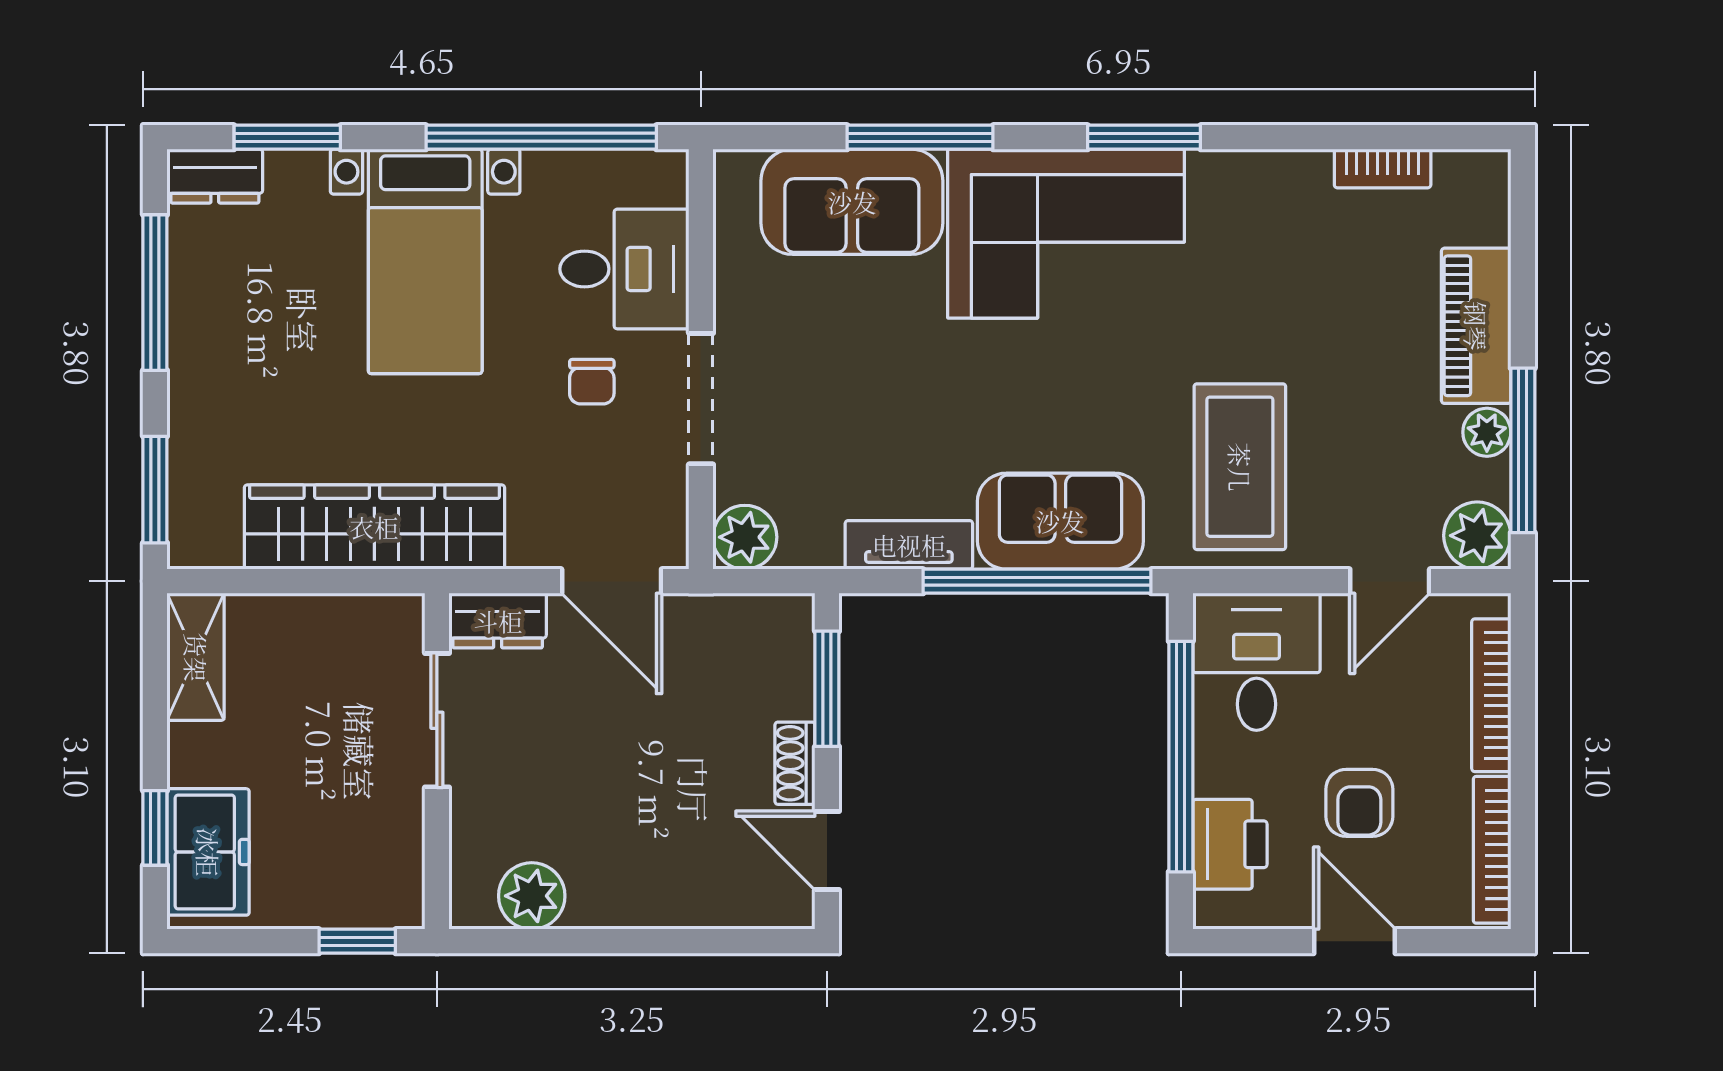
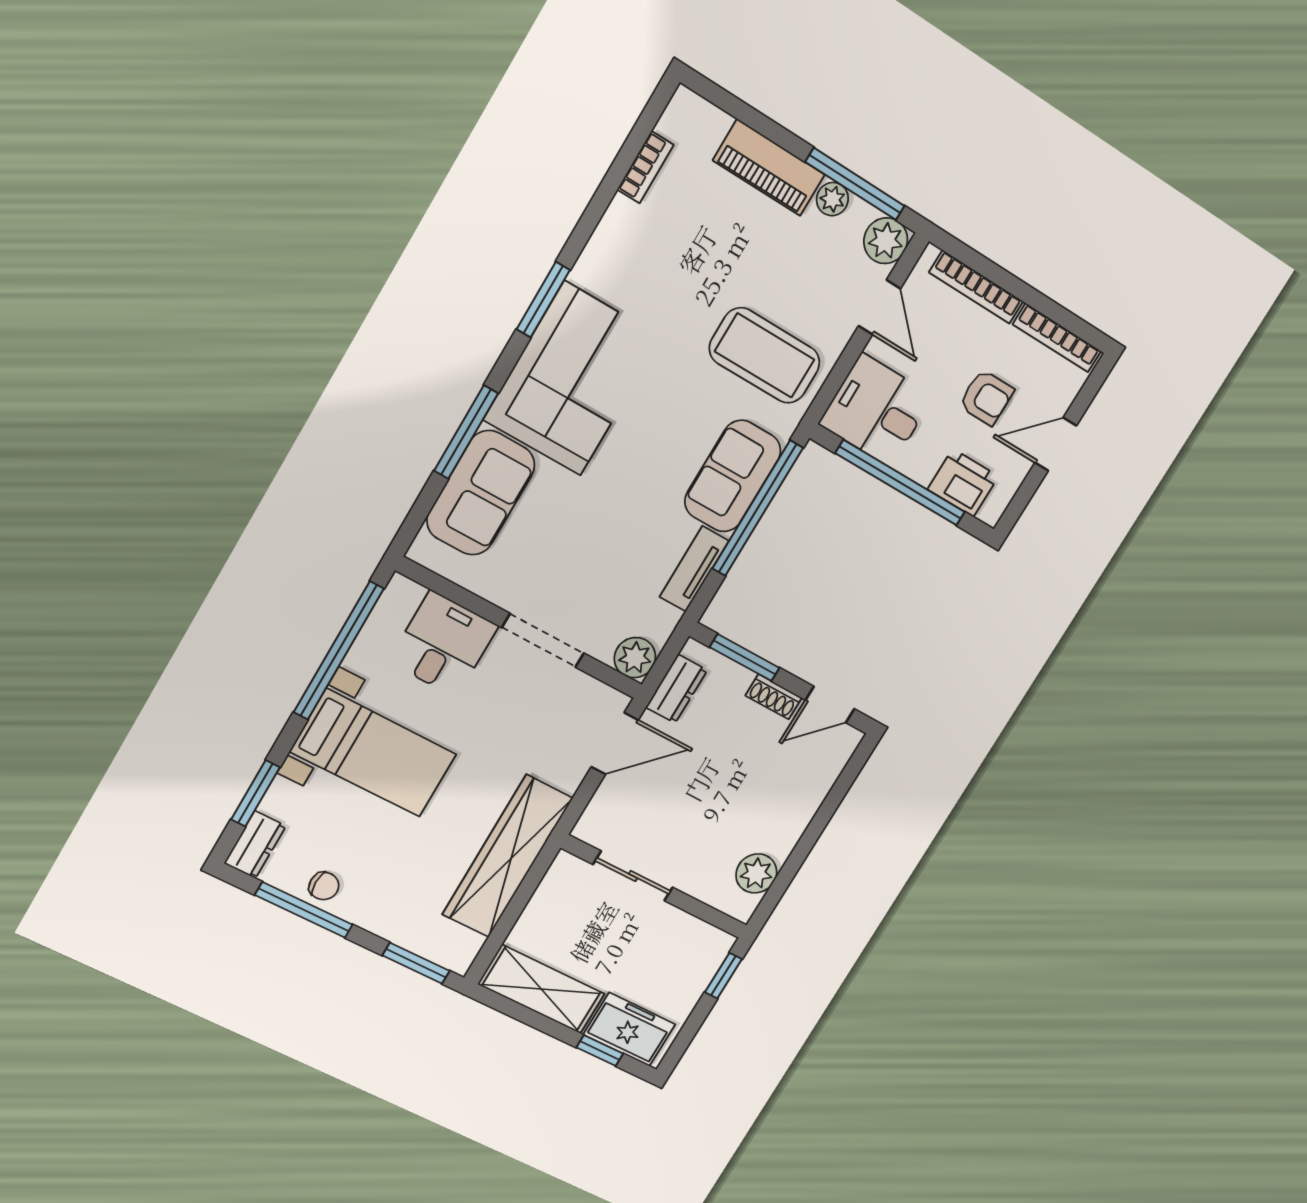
chair: (592, 382) -> (324, 886), moved
dresser: (498, 621) -> (677, 689), moved
shelving: (196, 657) -> (541, 989), width x1.50, depth x1.33

